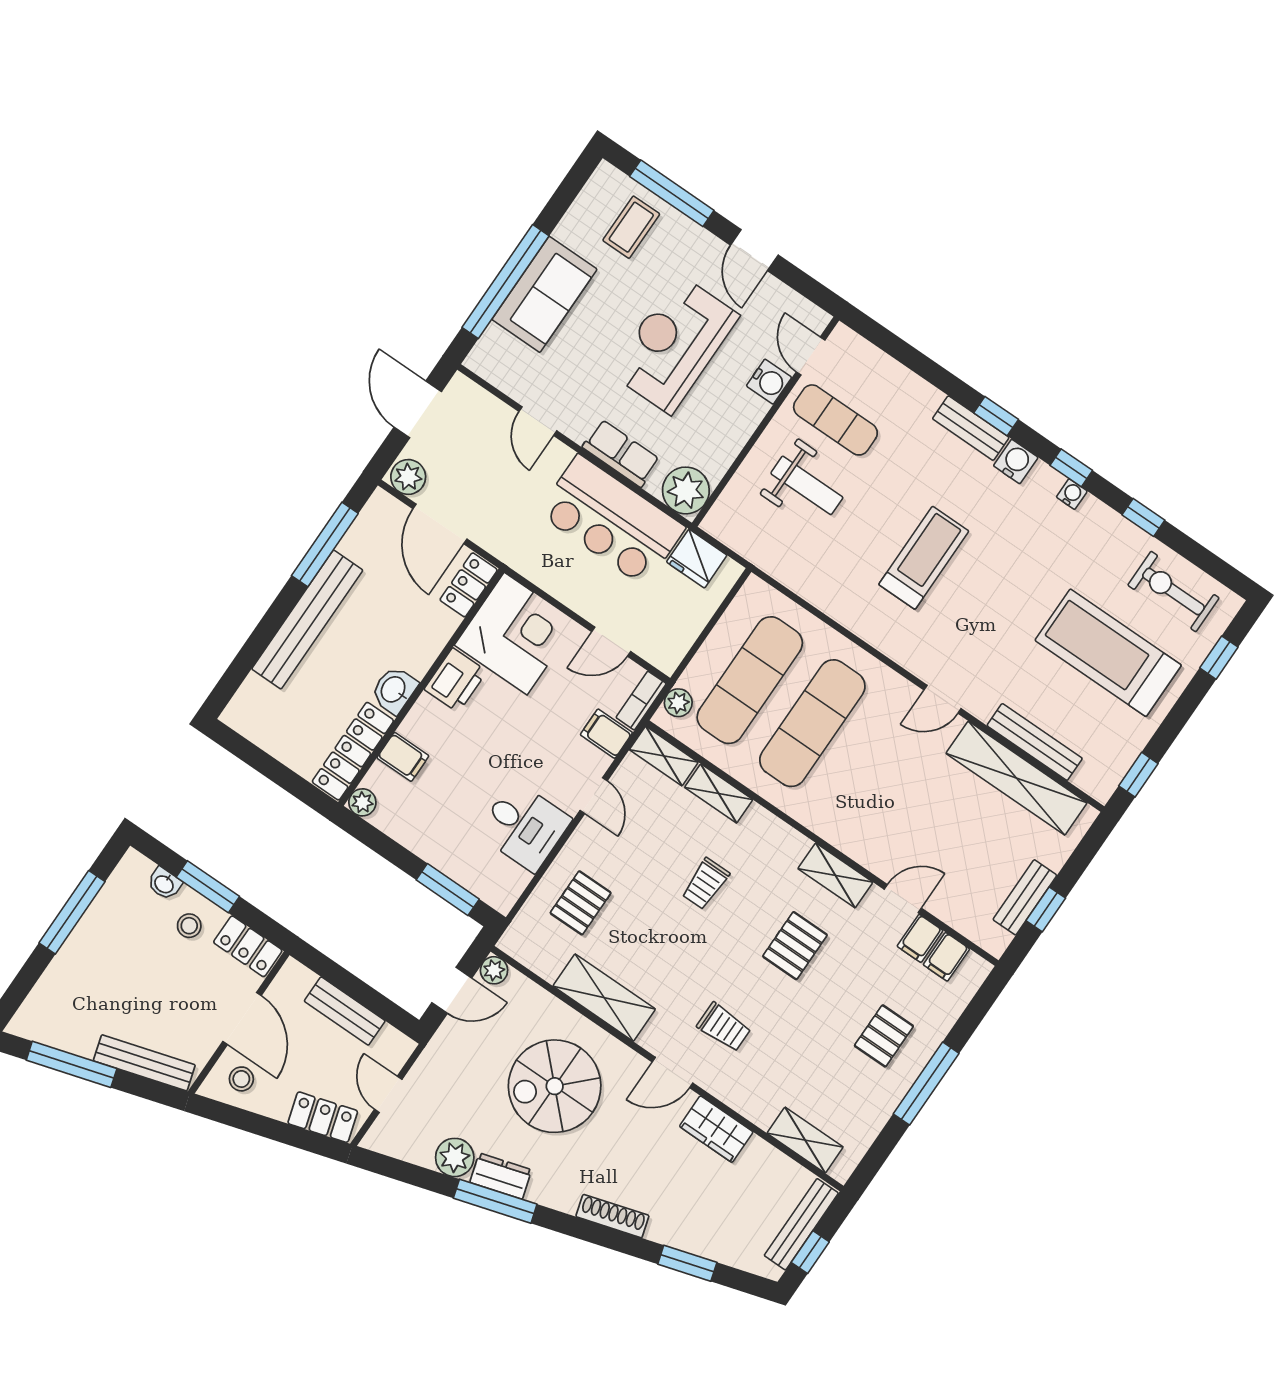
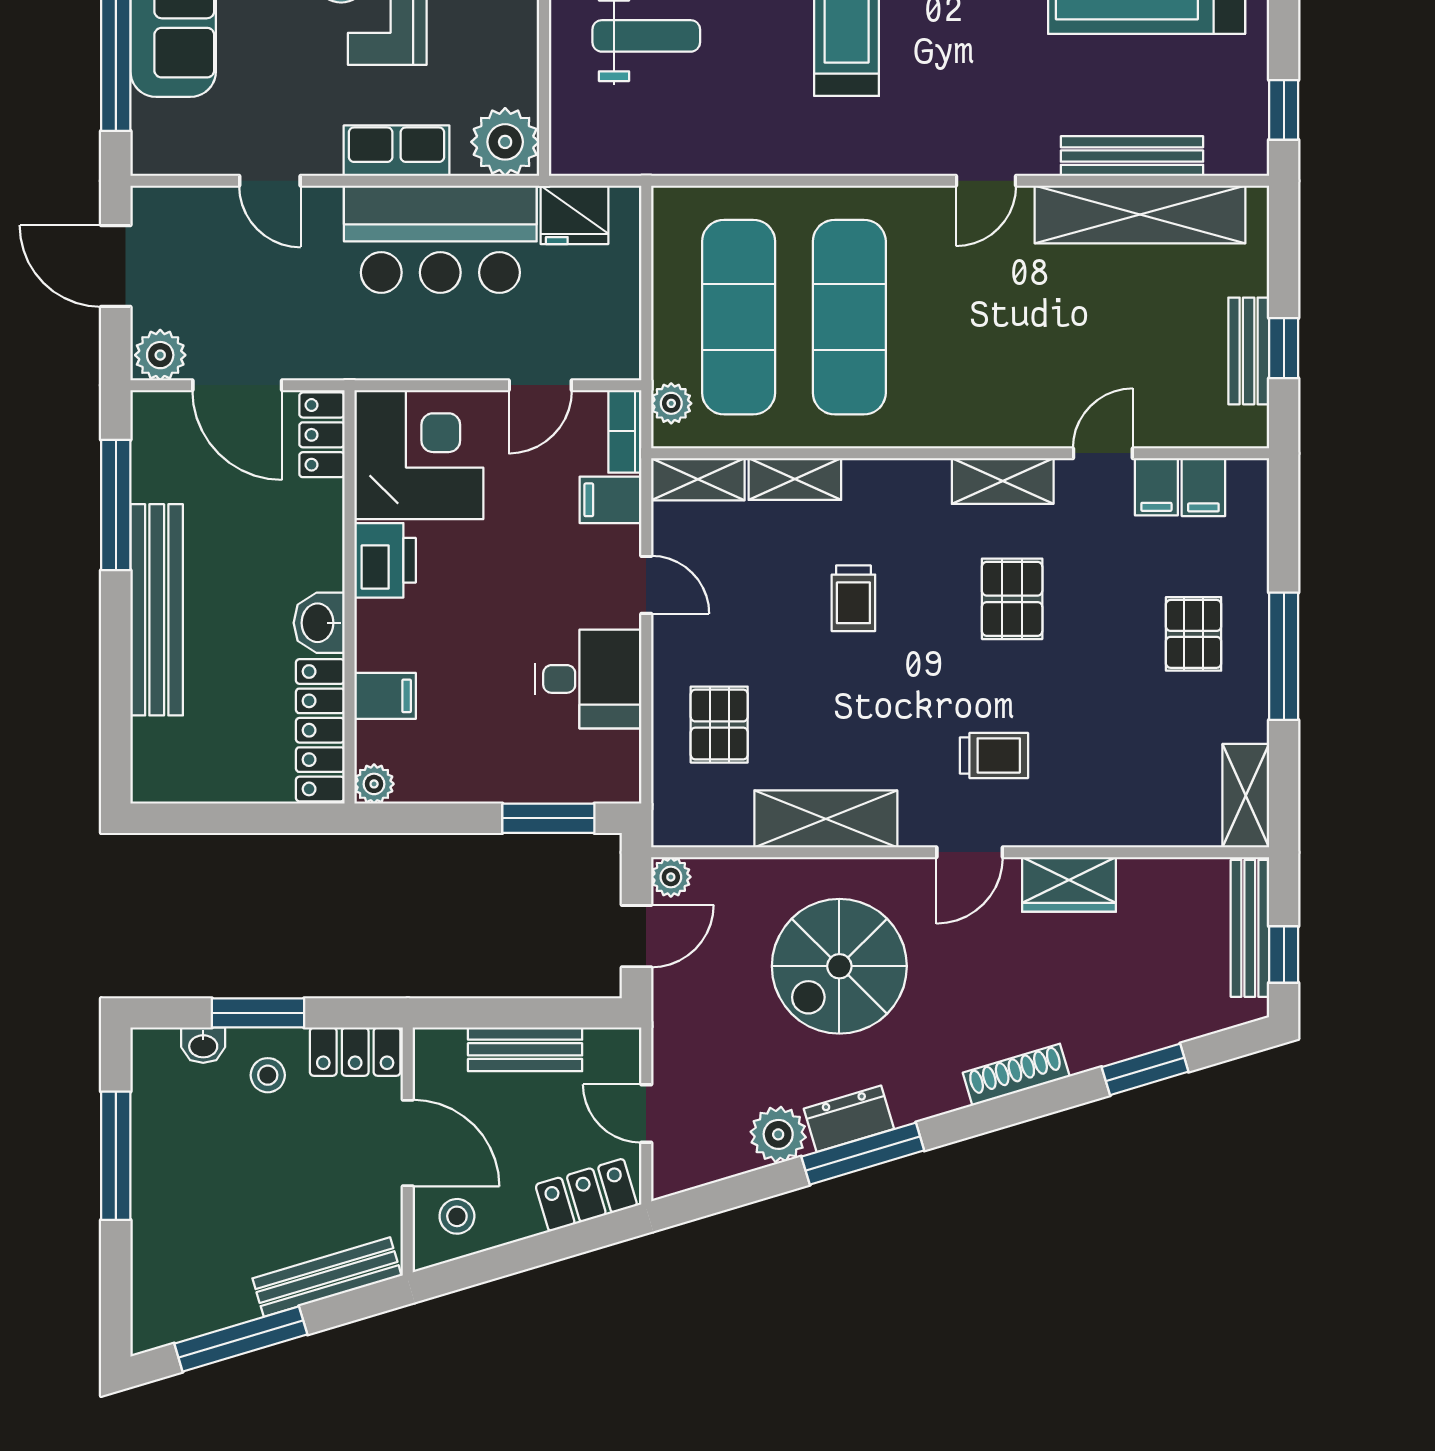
shelving: (805, 1140) -> (1246, 796), moved, turned 90

